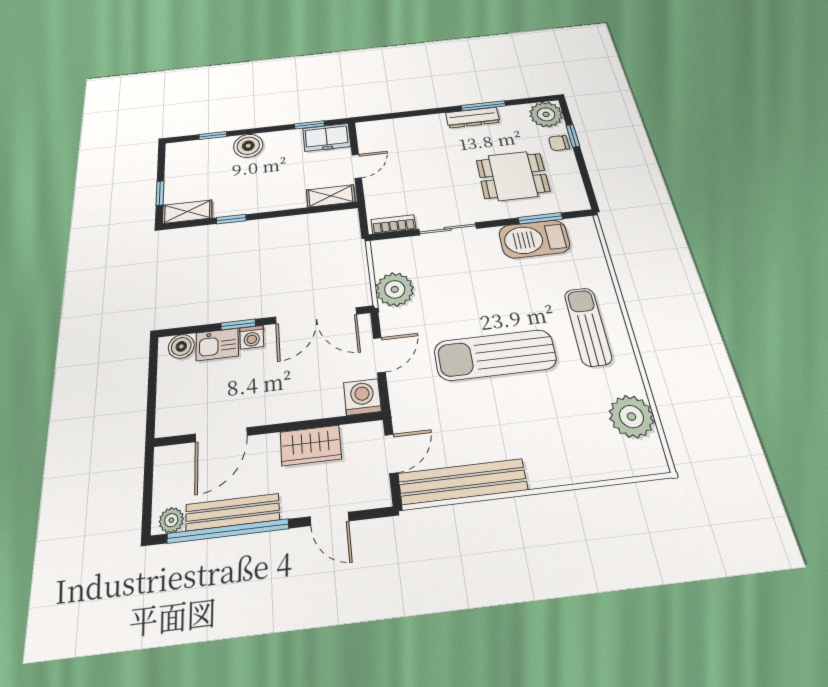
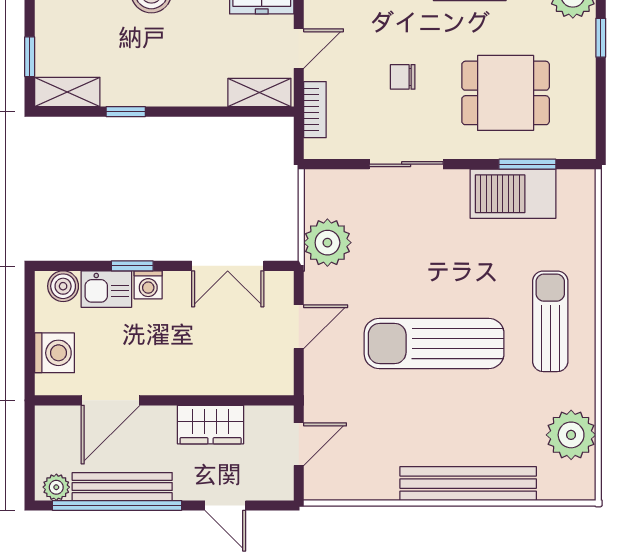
chair: (559, 143) -> (403, 77), moved
bookcase: (393, 224) -> (315, 110), moved, turned 90
double door: (316, 316) -> (228, 266), width x0.73
washing machine: (362, 397) -> (54, 353), moved, turned 90
bench: (463, 482) -> (468, 484), moved

